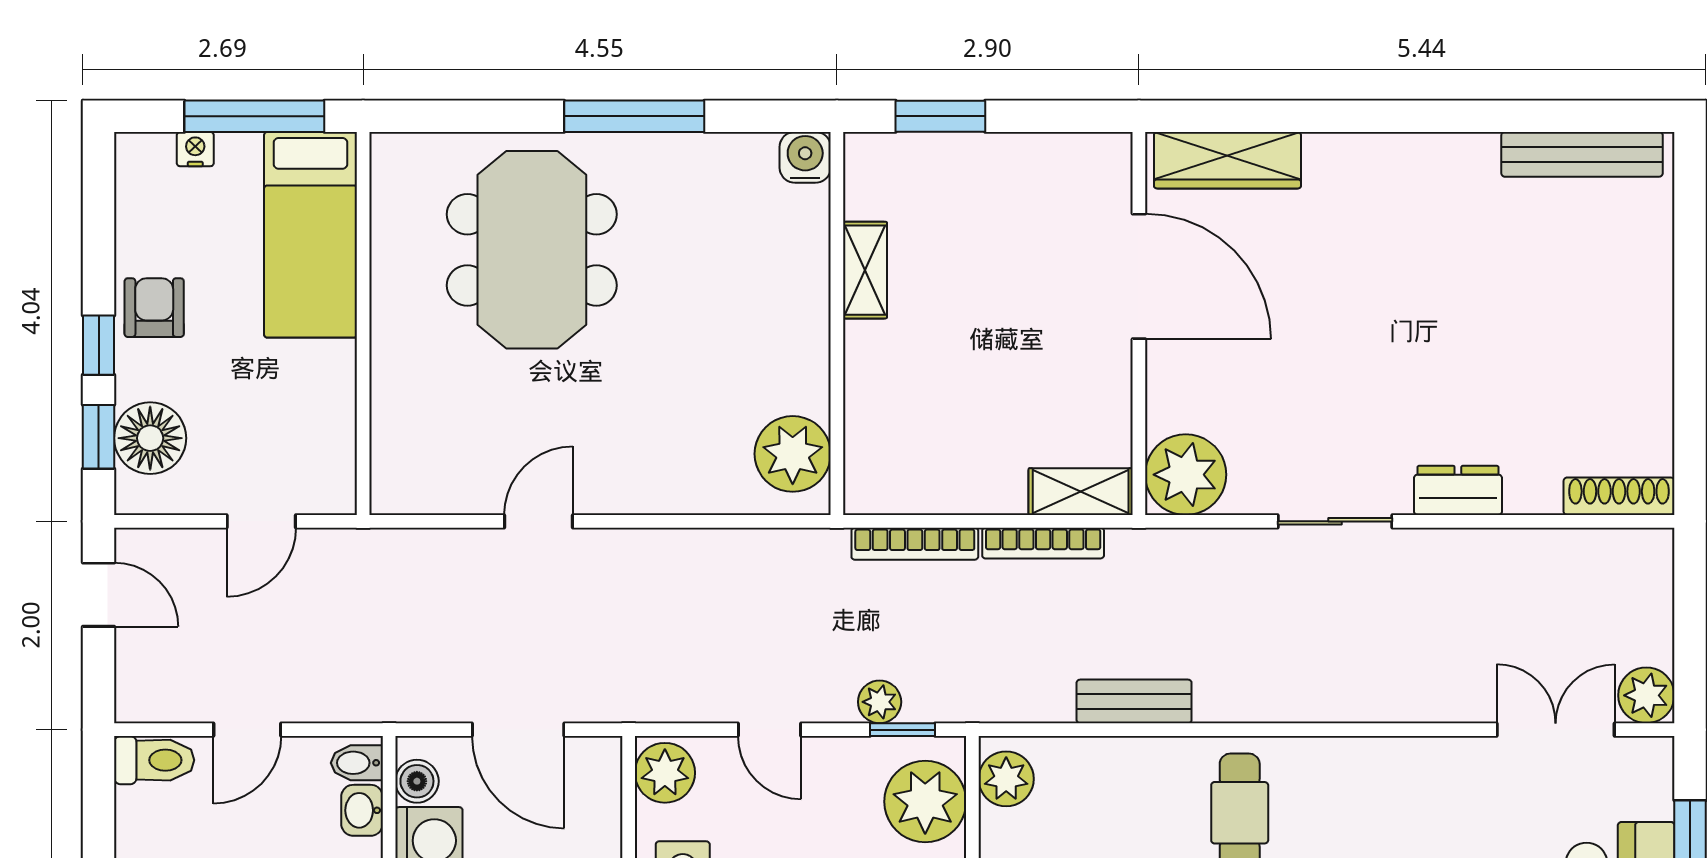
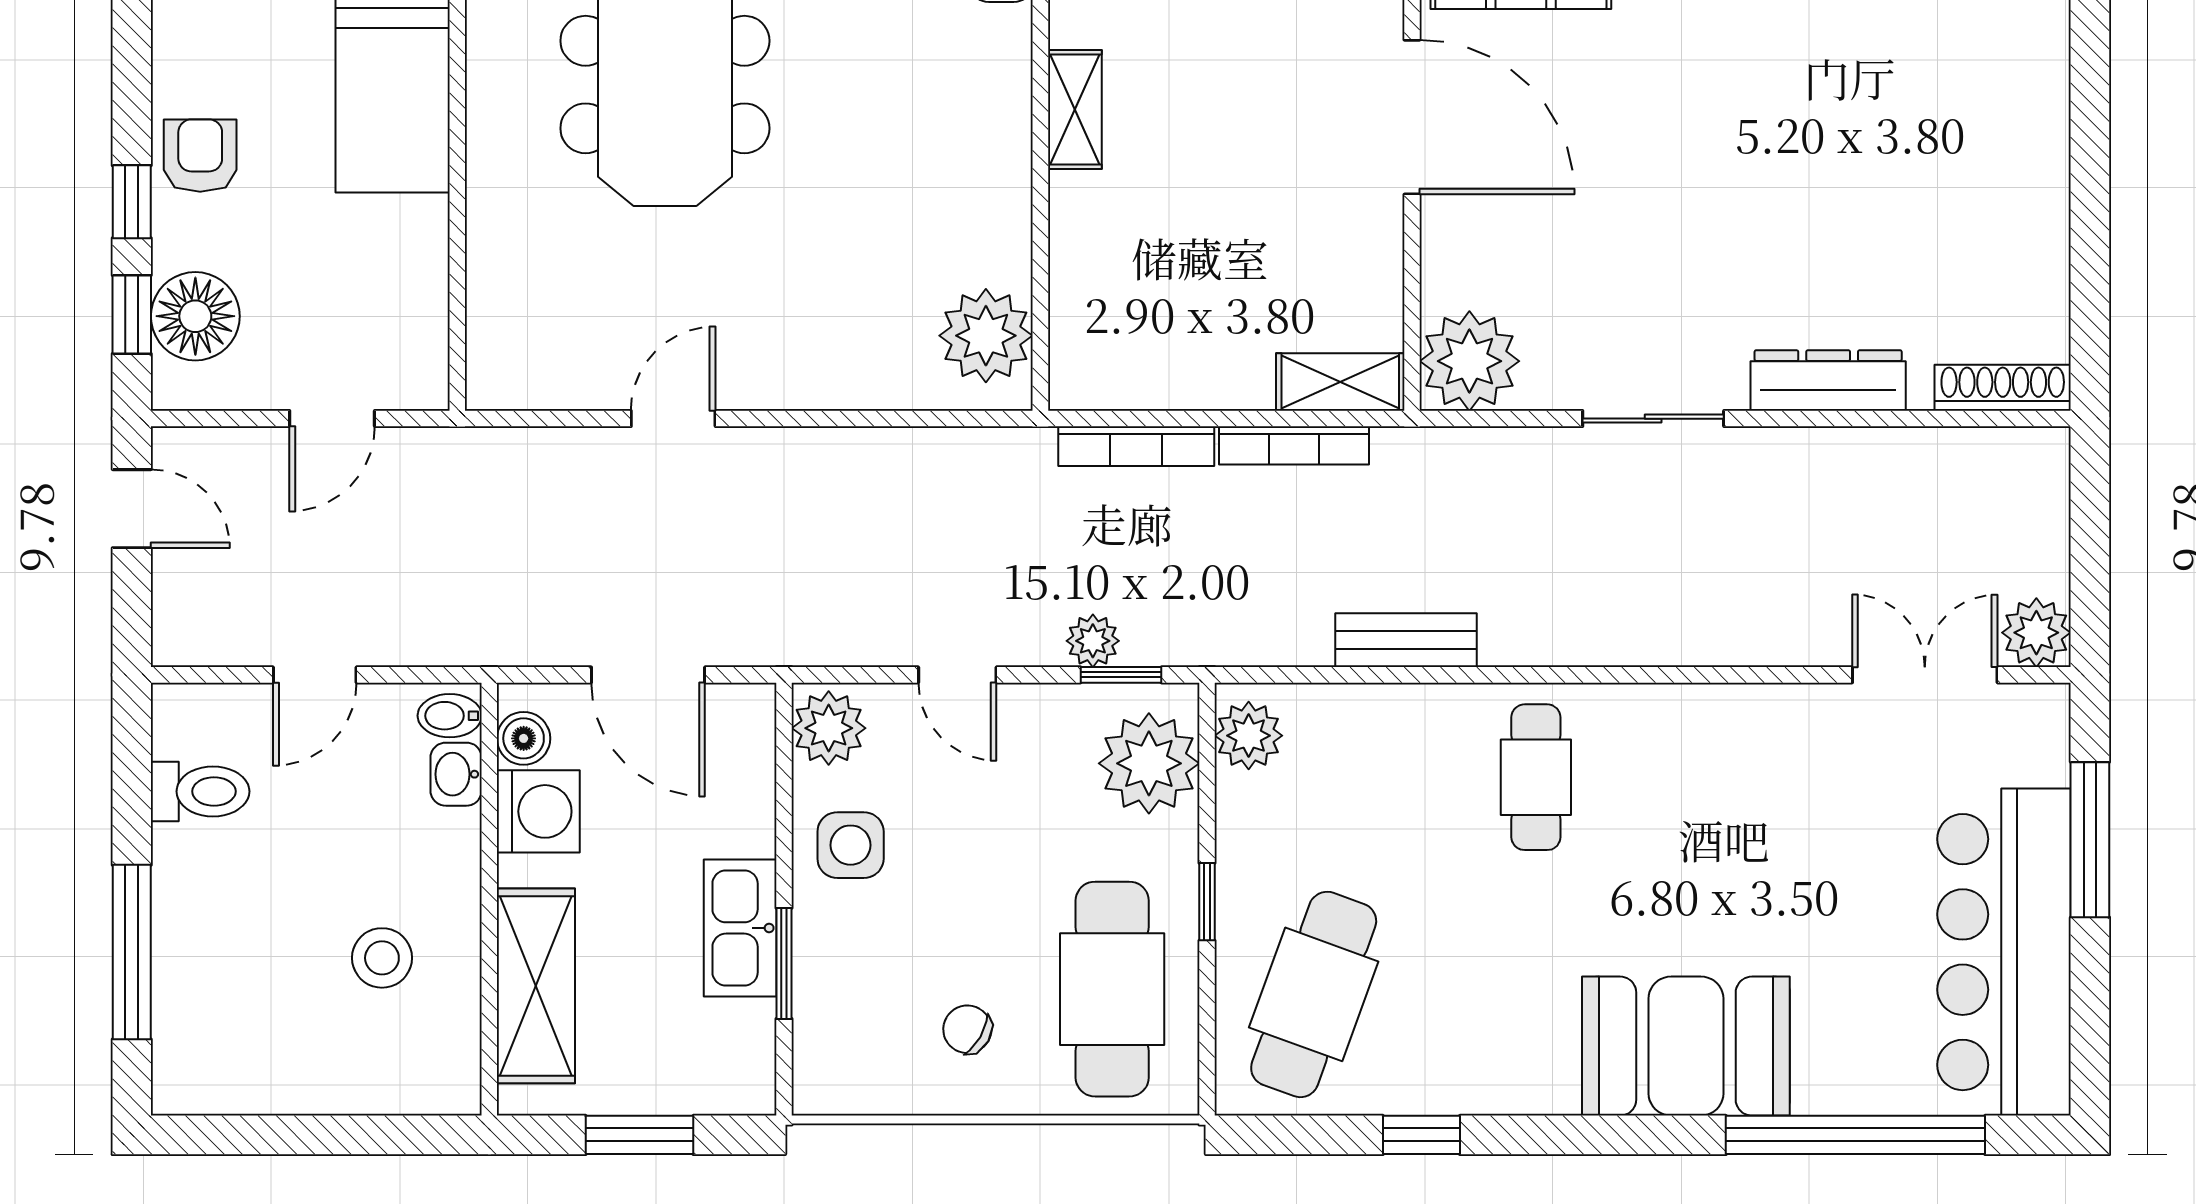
dresser: (1458, 490) -> (1828, 380), width x1.44
toilet: (154, 760) -> (200, 791), moved

